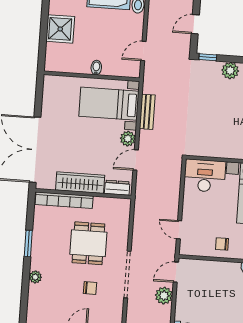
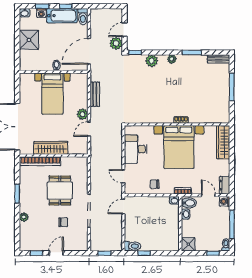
door: (143, 51) -> (89, 51), width x1.88
bed with nightstands: (109, 104) -> (52, 94), moved, turned -90
desk: (205, 176) -> (136, 149), moved, turned -90
dresser: (117, 188) -> (77, 150), removed
plant: (164, 296) -> (116, 43), moved

